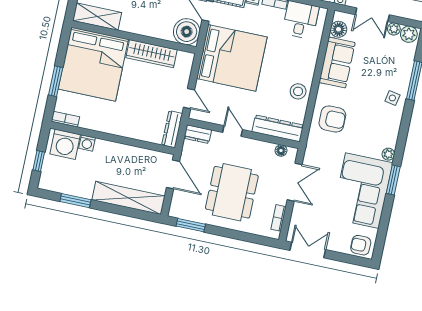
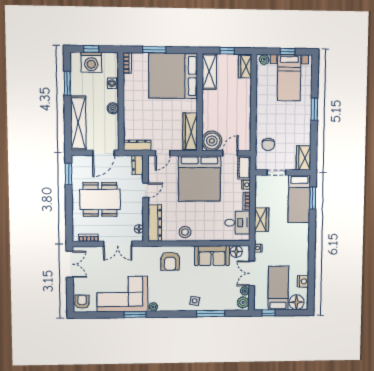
wardrobe: (152, 54) -> (190, 131), moved
washing machine: (65, 144) -> (91, 62), moved, turned -90
boiler: (119, 150) -> (113, 108), added

